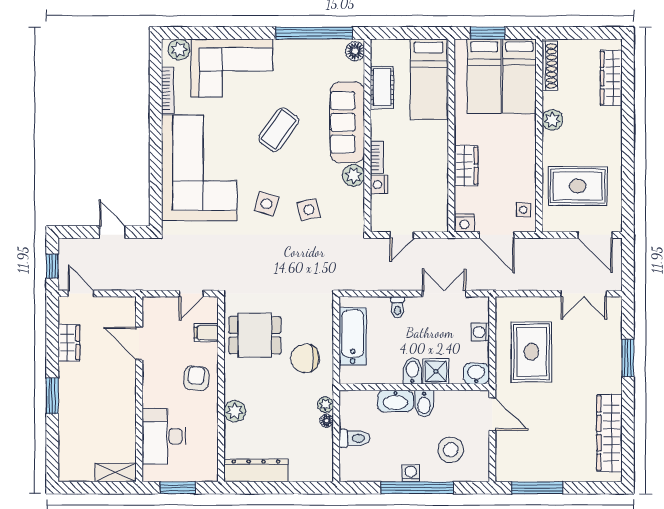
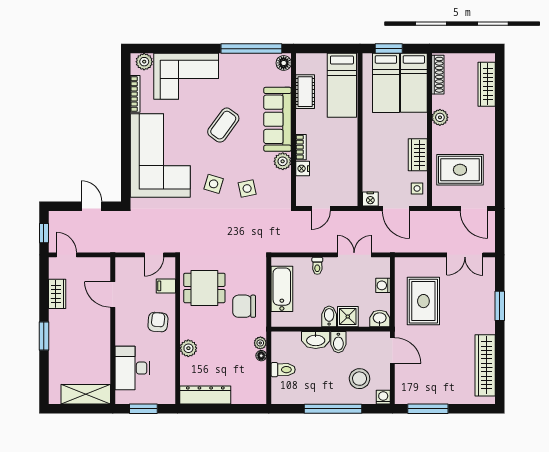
wardrobe: (466, 166) -> (418, 155), moved, turned 180
shelving: (115, 472) -> (86, 394), width x1.50, depth x1.33
washing machine: (411, 473) -> (383, 397), moved

